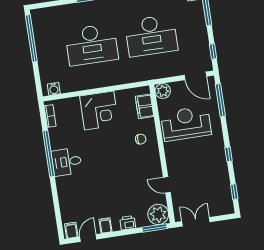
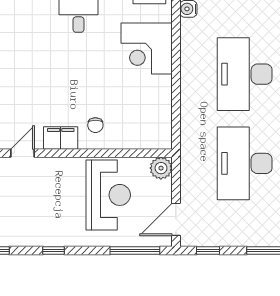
filing cabinet: (145, 106) -> (61, 138), moved
corner desk: (99, 110) -> (147, 49), moved

